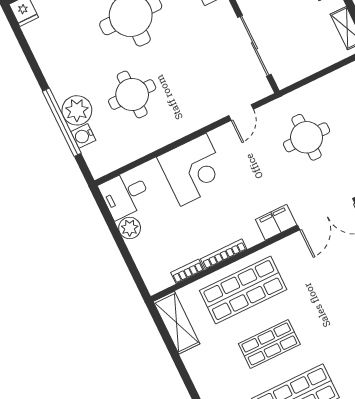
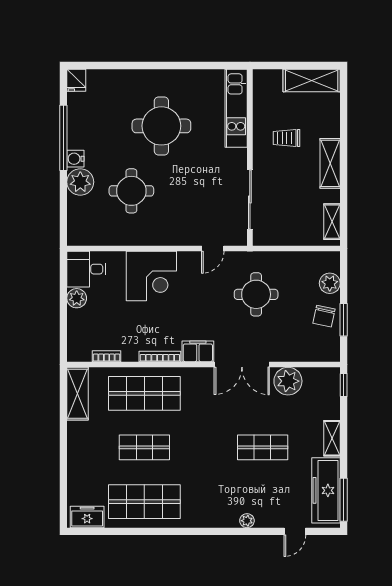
window: (62, 122) -> (63, 138), moved
water cooler: (83, 136) -> (75, 159), moved
bookcase: (224, 254) -> (160, 356), moved

